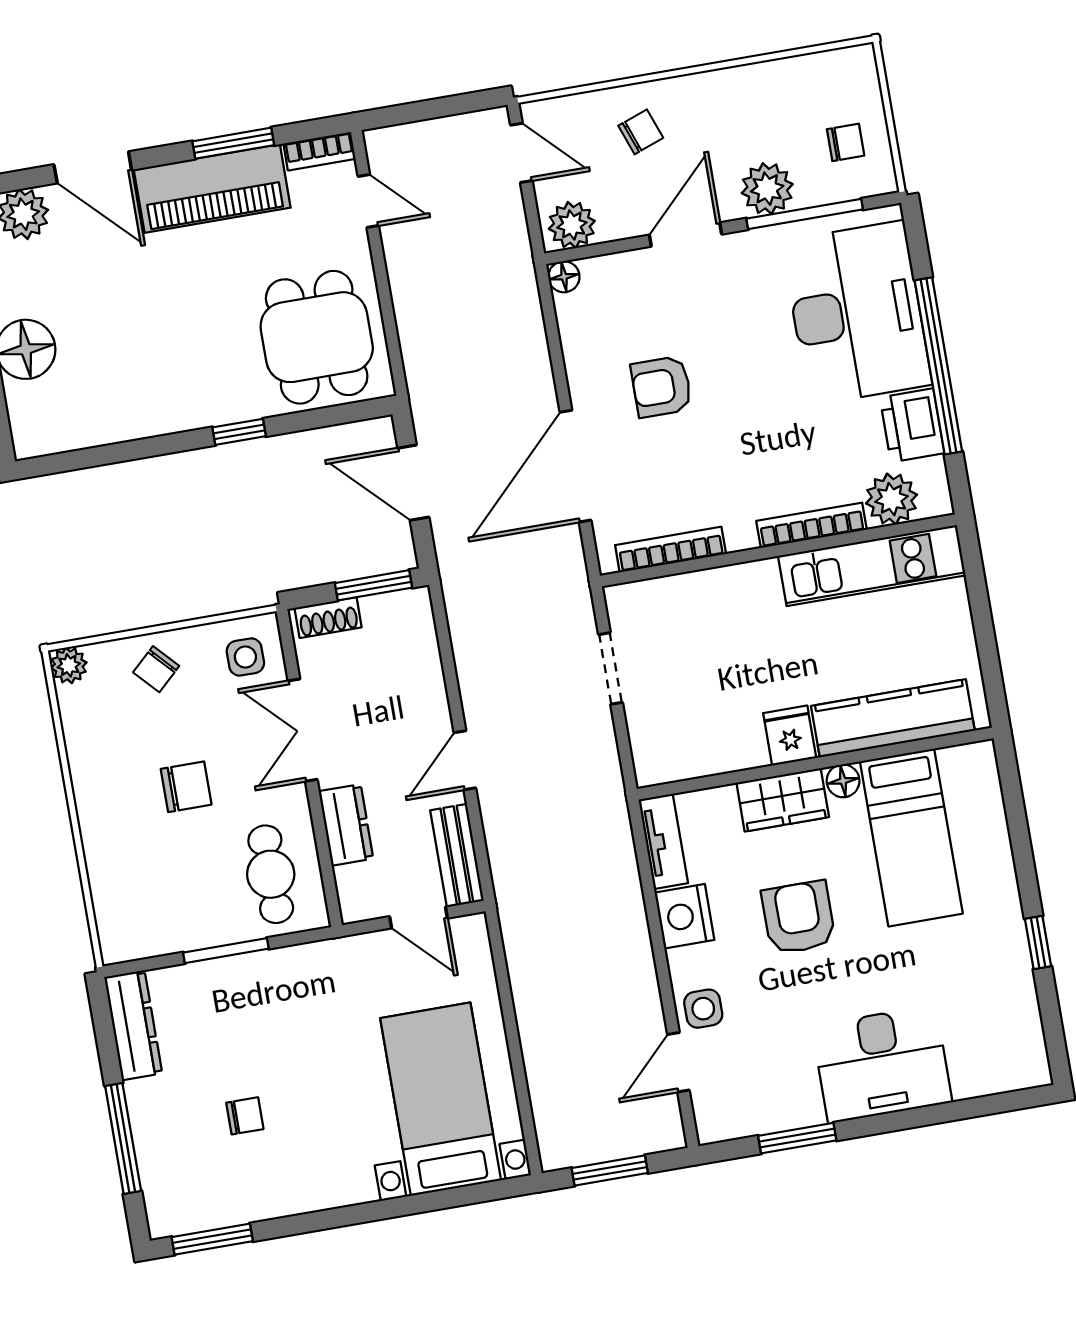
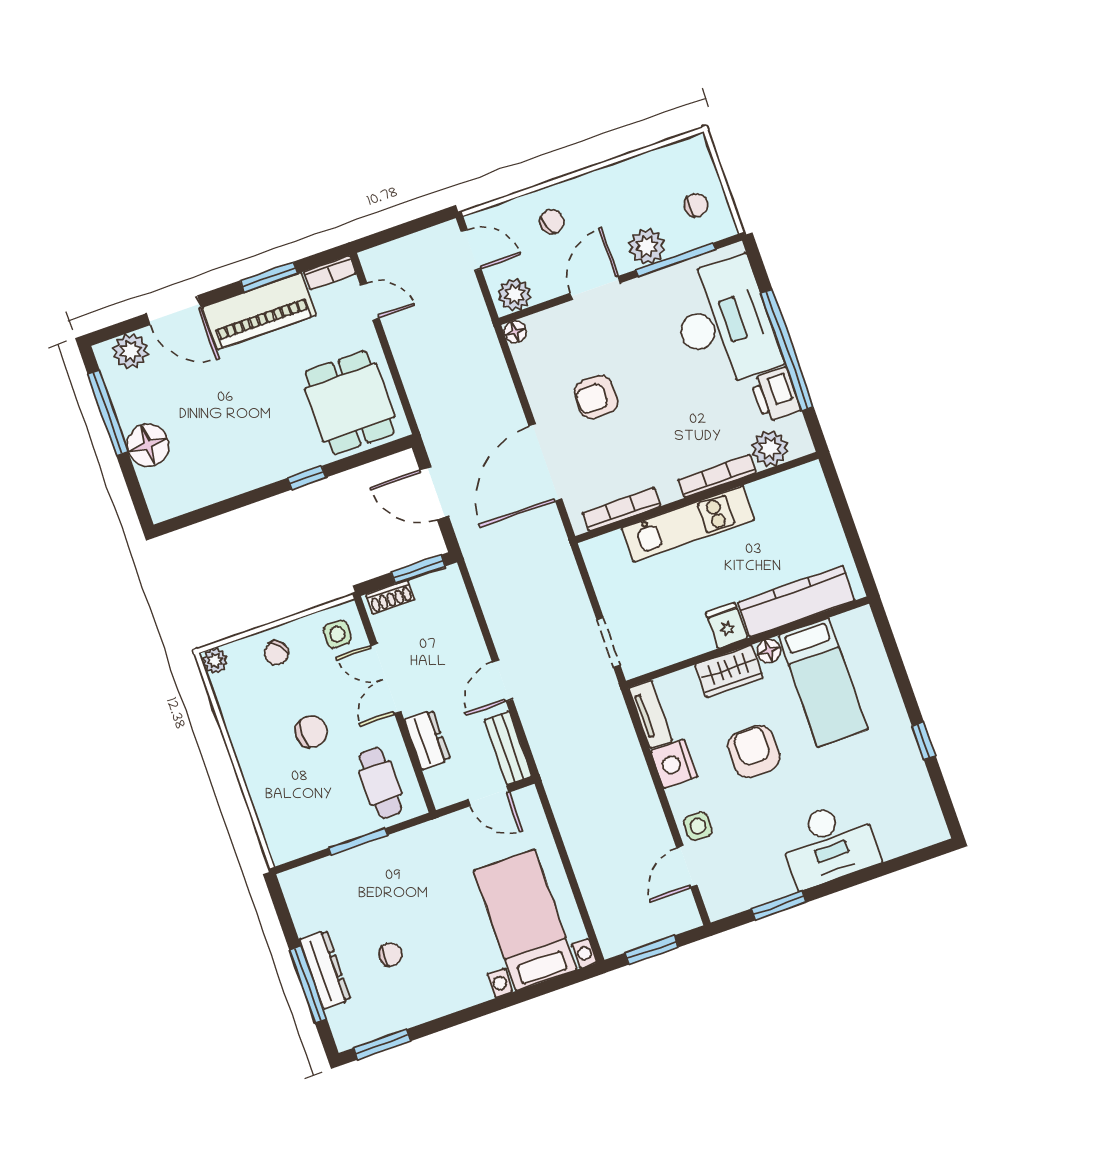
kitchen unit: (872, 566) -> (688, 524), moved
doorway: (610, 668) -> (608, 642), moved
dresser: (133, 1025) -> (325, 970), moved

